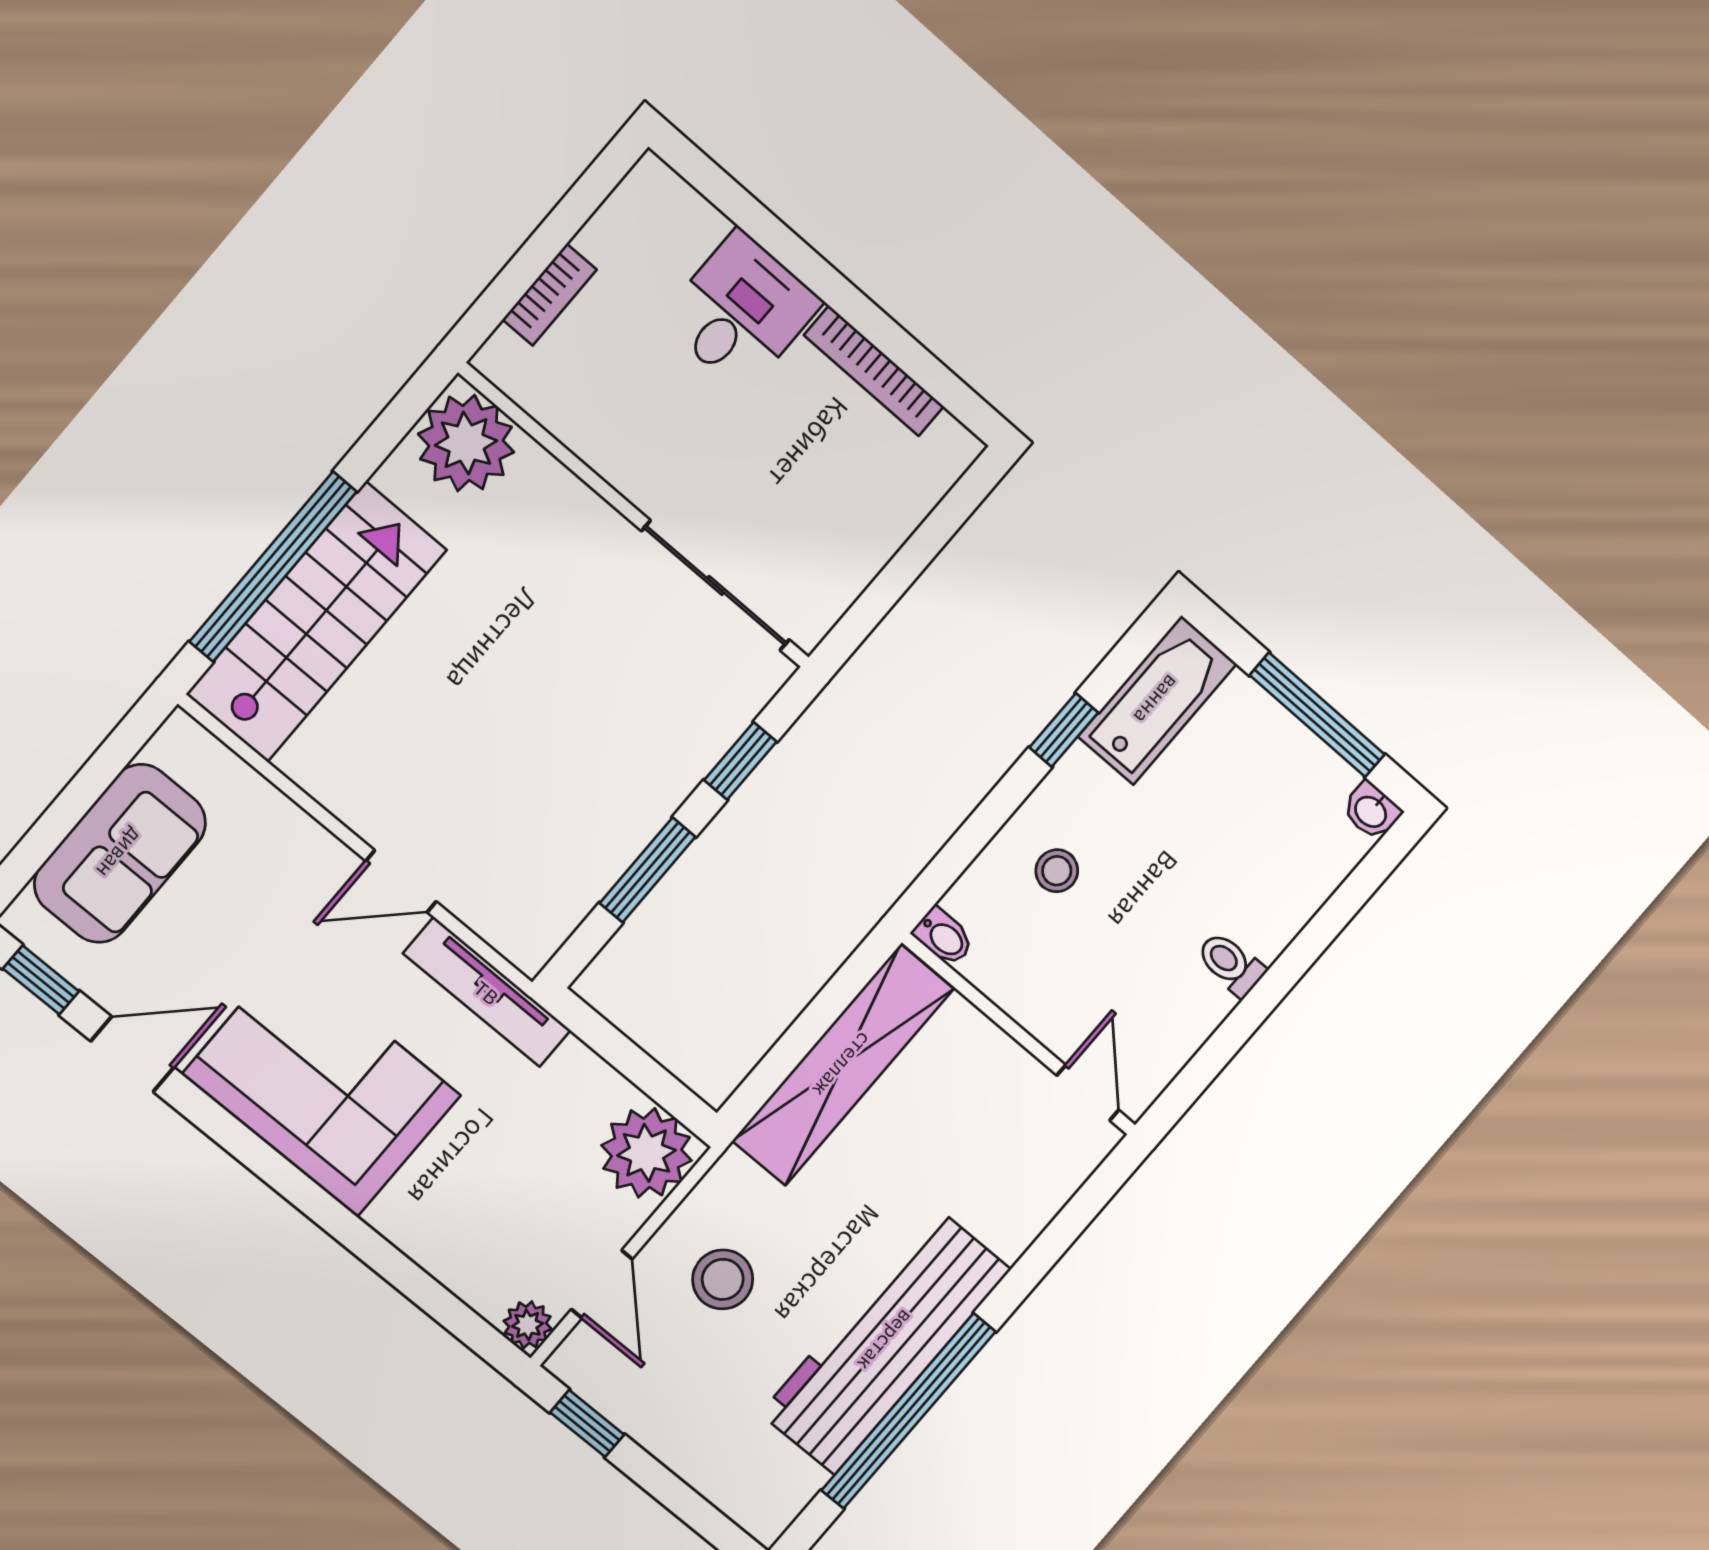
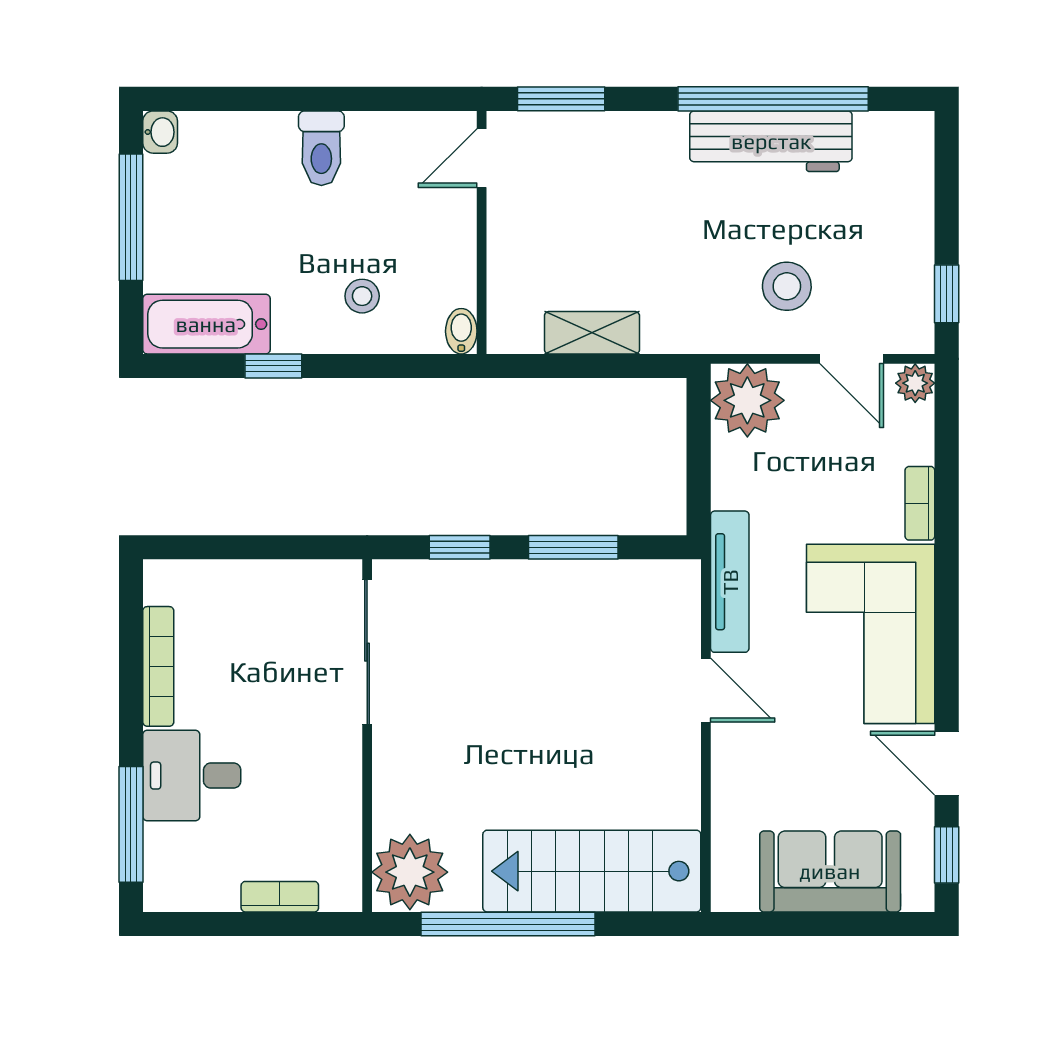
window: (744, 210) -> (131, 824), added
window: (273, 567) -> (508, 924), moved
toilet: (1231, 964) -> (321, 148), width x1.37, depth x1.39
shelving: (843, 1065) -> (592, 333), width x0.45, depth x0.75
window: (1078, 1214) -> (561, 99), added
bookcase: (408, 1235) -> (920, 503), added
door: (602, 1284) -> (852, 359), swing flipped
workbench: (886, 1341) -> (771, 141), width x0.73, depth x0.76

